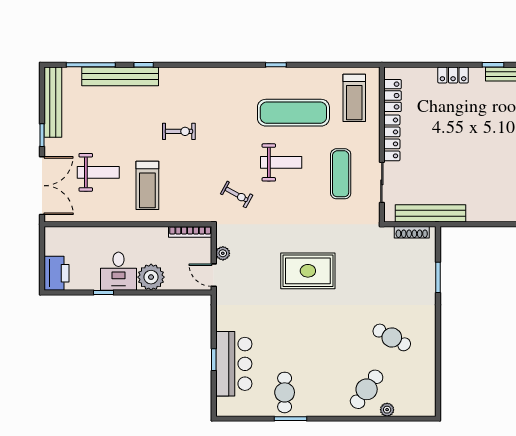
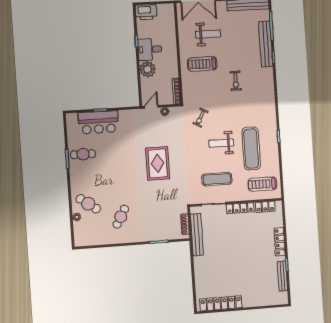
locker: (453, 75) -> (280, 242), width x1.53
weight bench: (281, 162) -> (221, 143), turned 90
weight bench: (98, 172) -> (208, 34), turned -90

